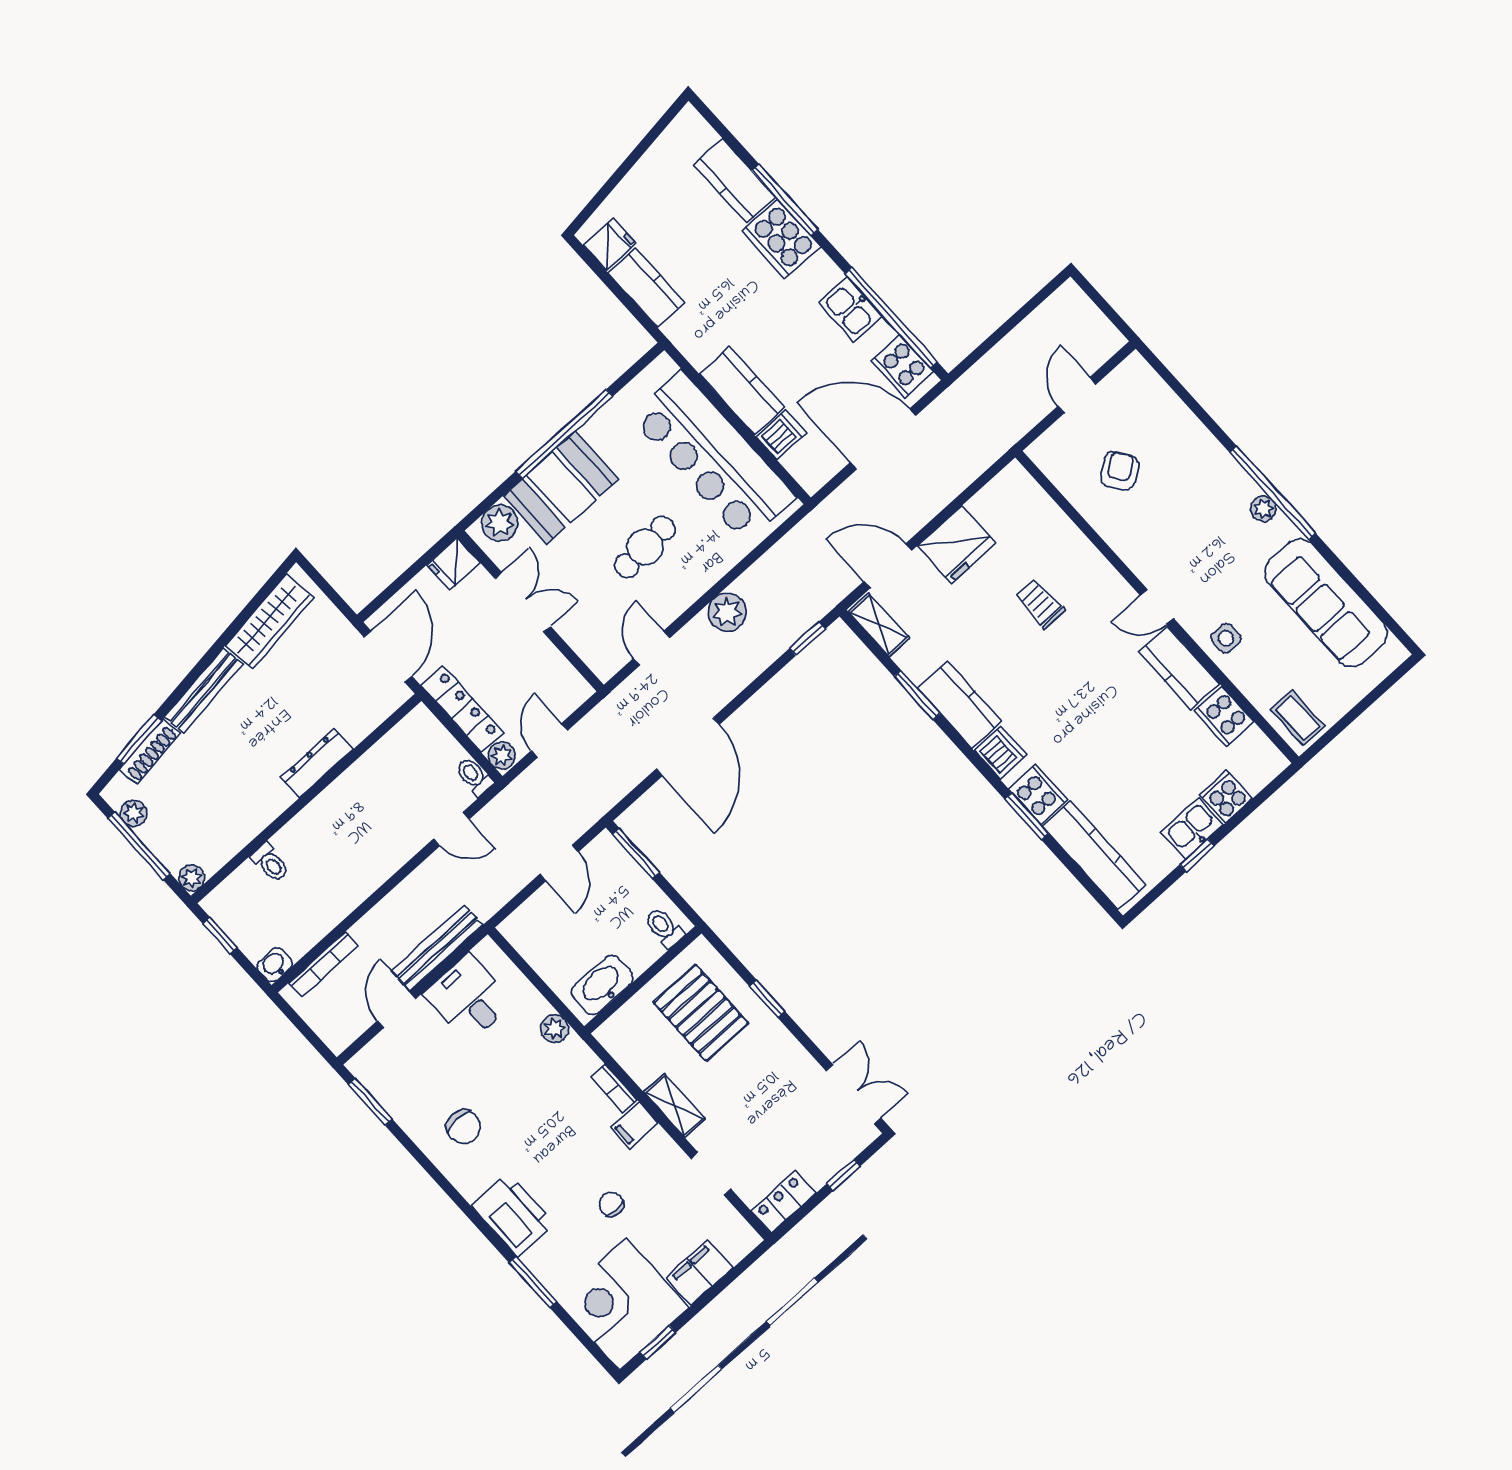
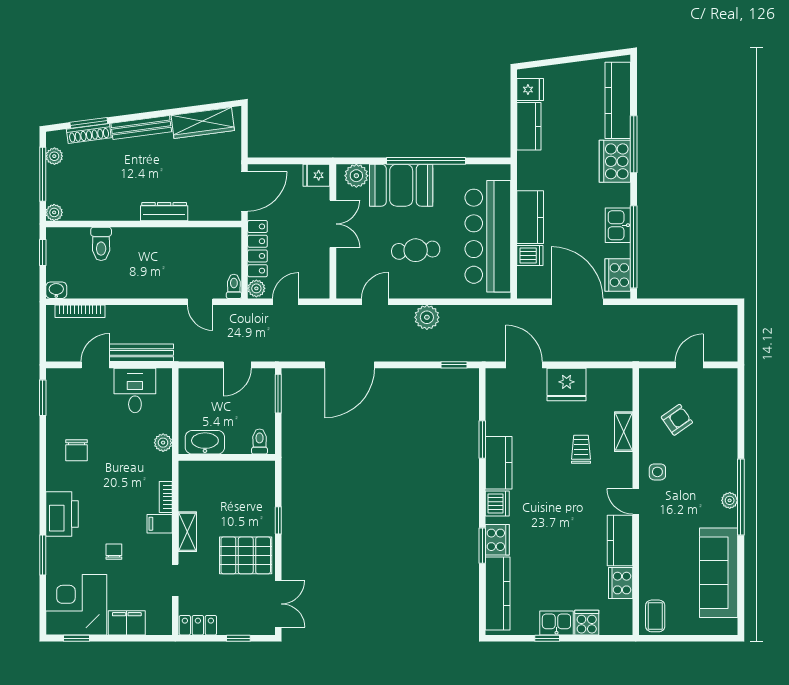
kitchen counter: (734, 181) -> (618, 100), width x1.50
shelving: (879, 625) -> (624, 432), moved
side table: (1226, 638) -> (657, 472), moved
toilet: (270, 863) -> (101, 244), width x1.37, depth x1.39
pallet: (701, 1013) -> (246, 555), moved, turned 90

